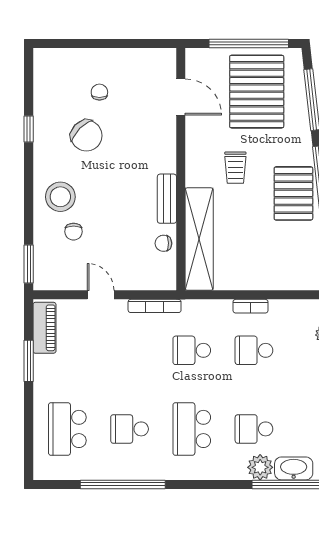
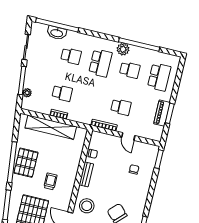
stool: (60, 197) -> (87, 206), moved
shelving: (199, 239) -> (51, 127), moved, turned 90
piano: (44, 328) -> (162, 113), moved
school desk: (192, 350) -> (121, 107), moved
plant: (260, 467) -> (123, 49), moved

